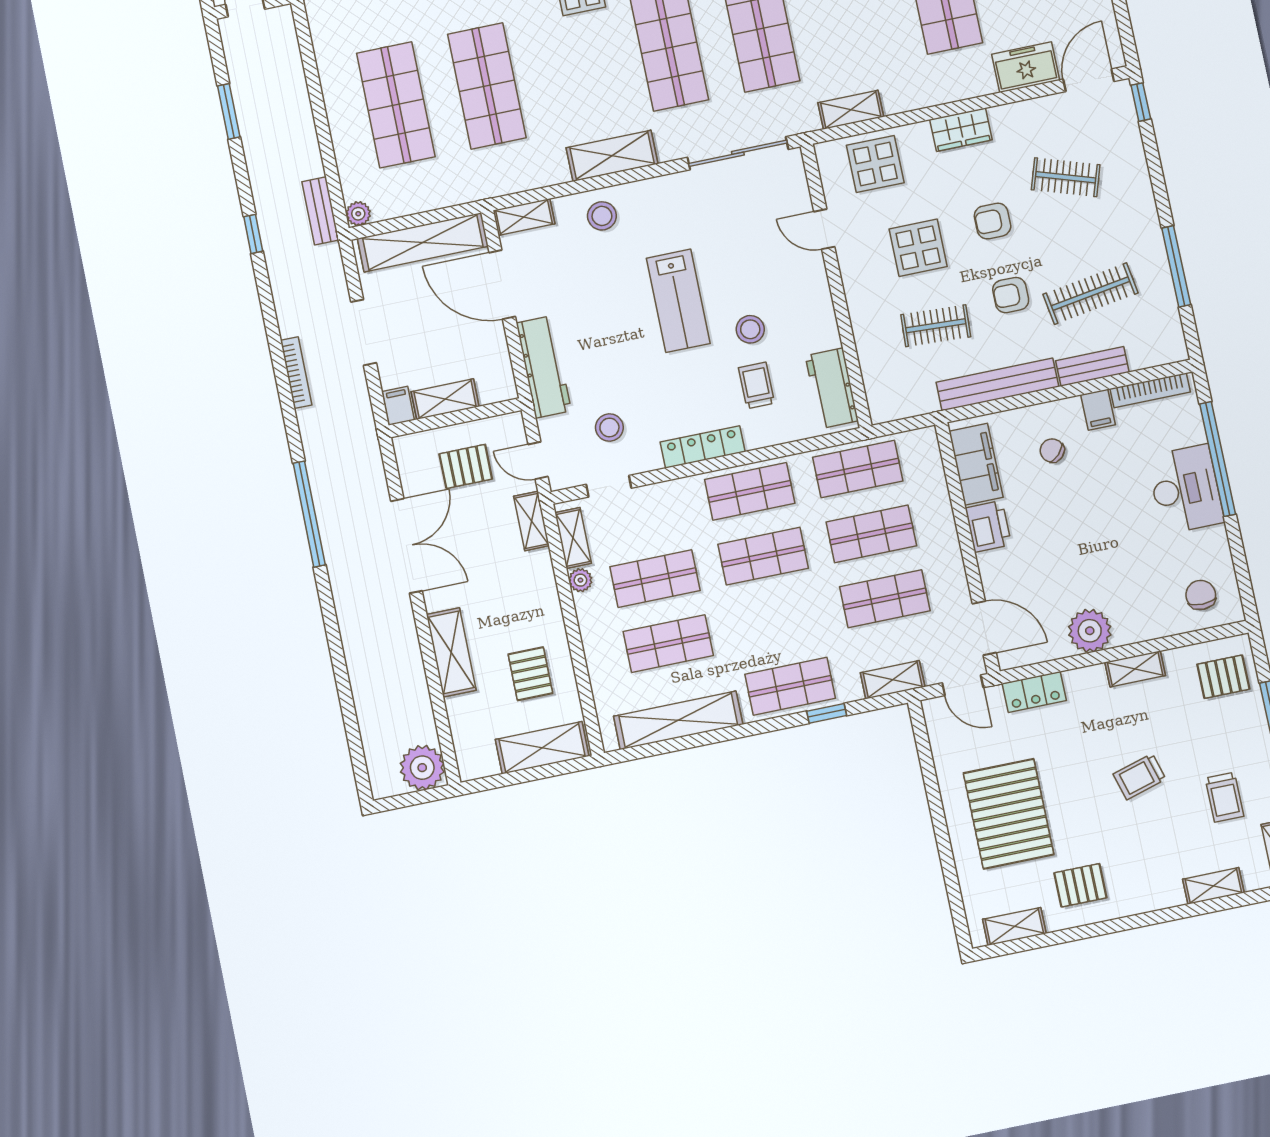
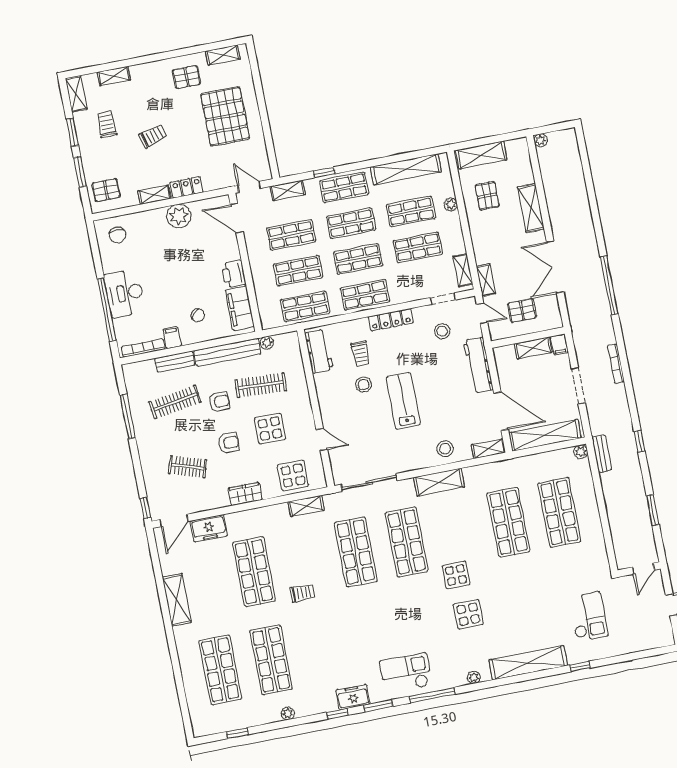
clothes rail: (936, 326) -> (261, 385), width x1.36
plant: (926, 402) -> (267, 343), added
plant: (580, 580) -> (451, 205), moved
shop shelf: (777, 621) -> (351, 223), added
locker: (1034, 692) -> (187, 187), moved
plant: (422, 768) -> (541, 140), width x0.53, depth x0.53

